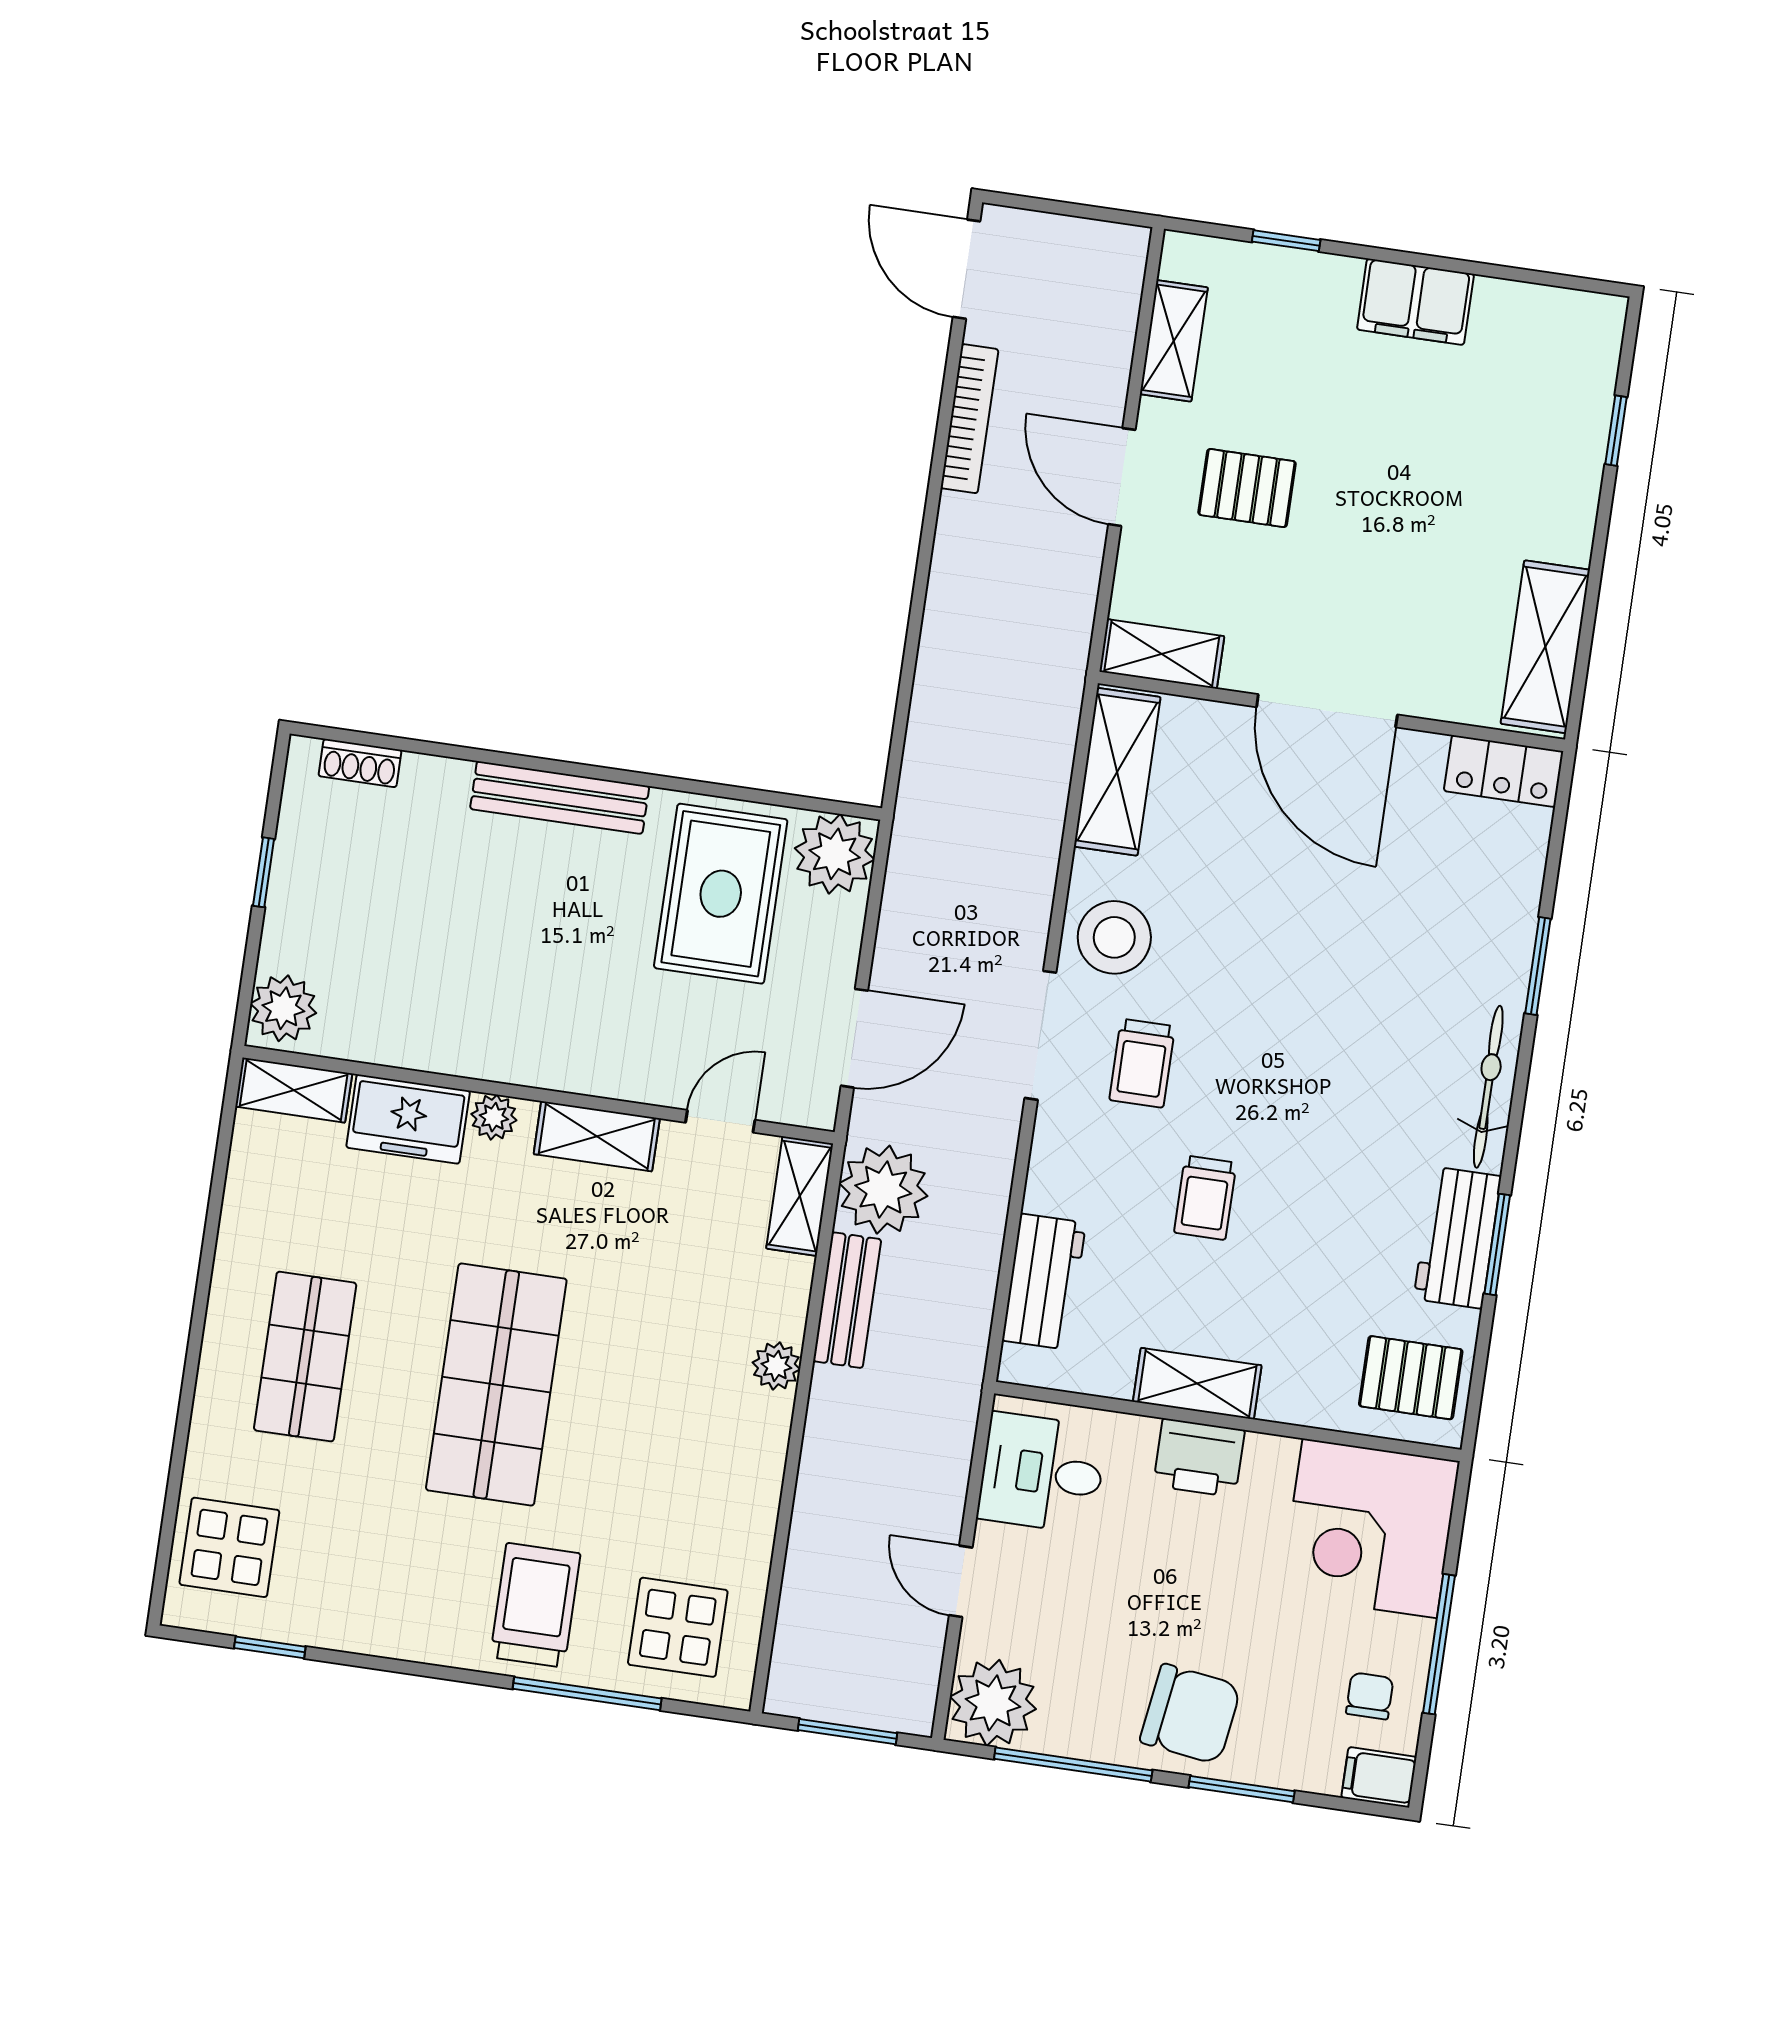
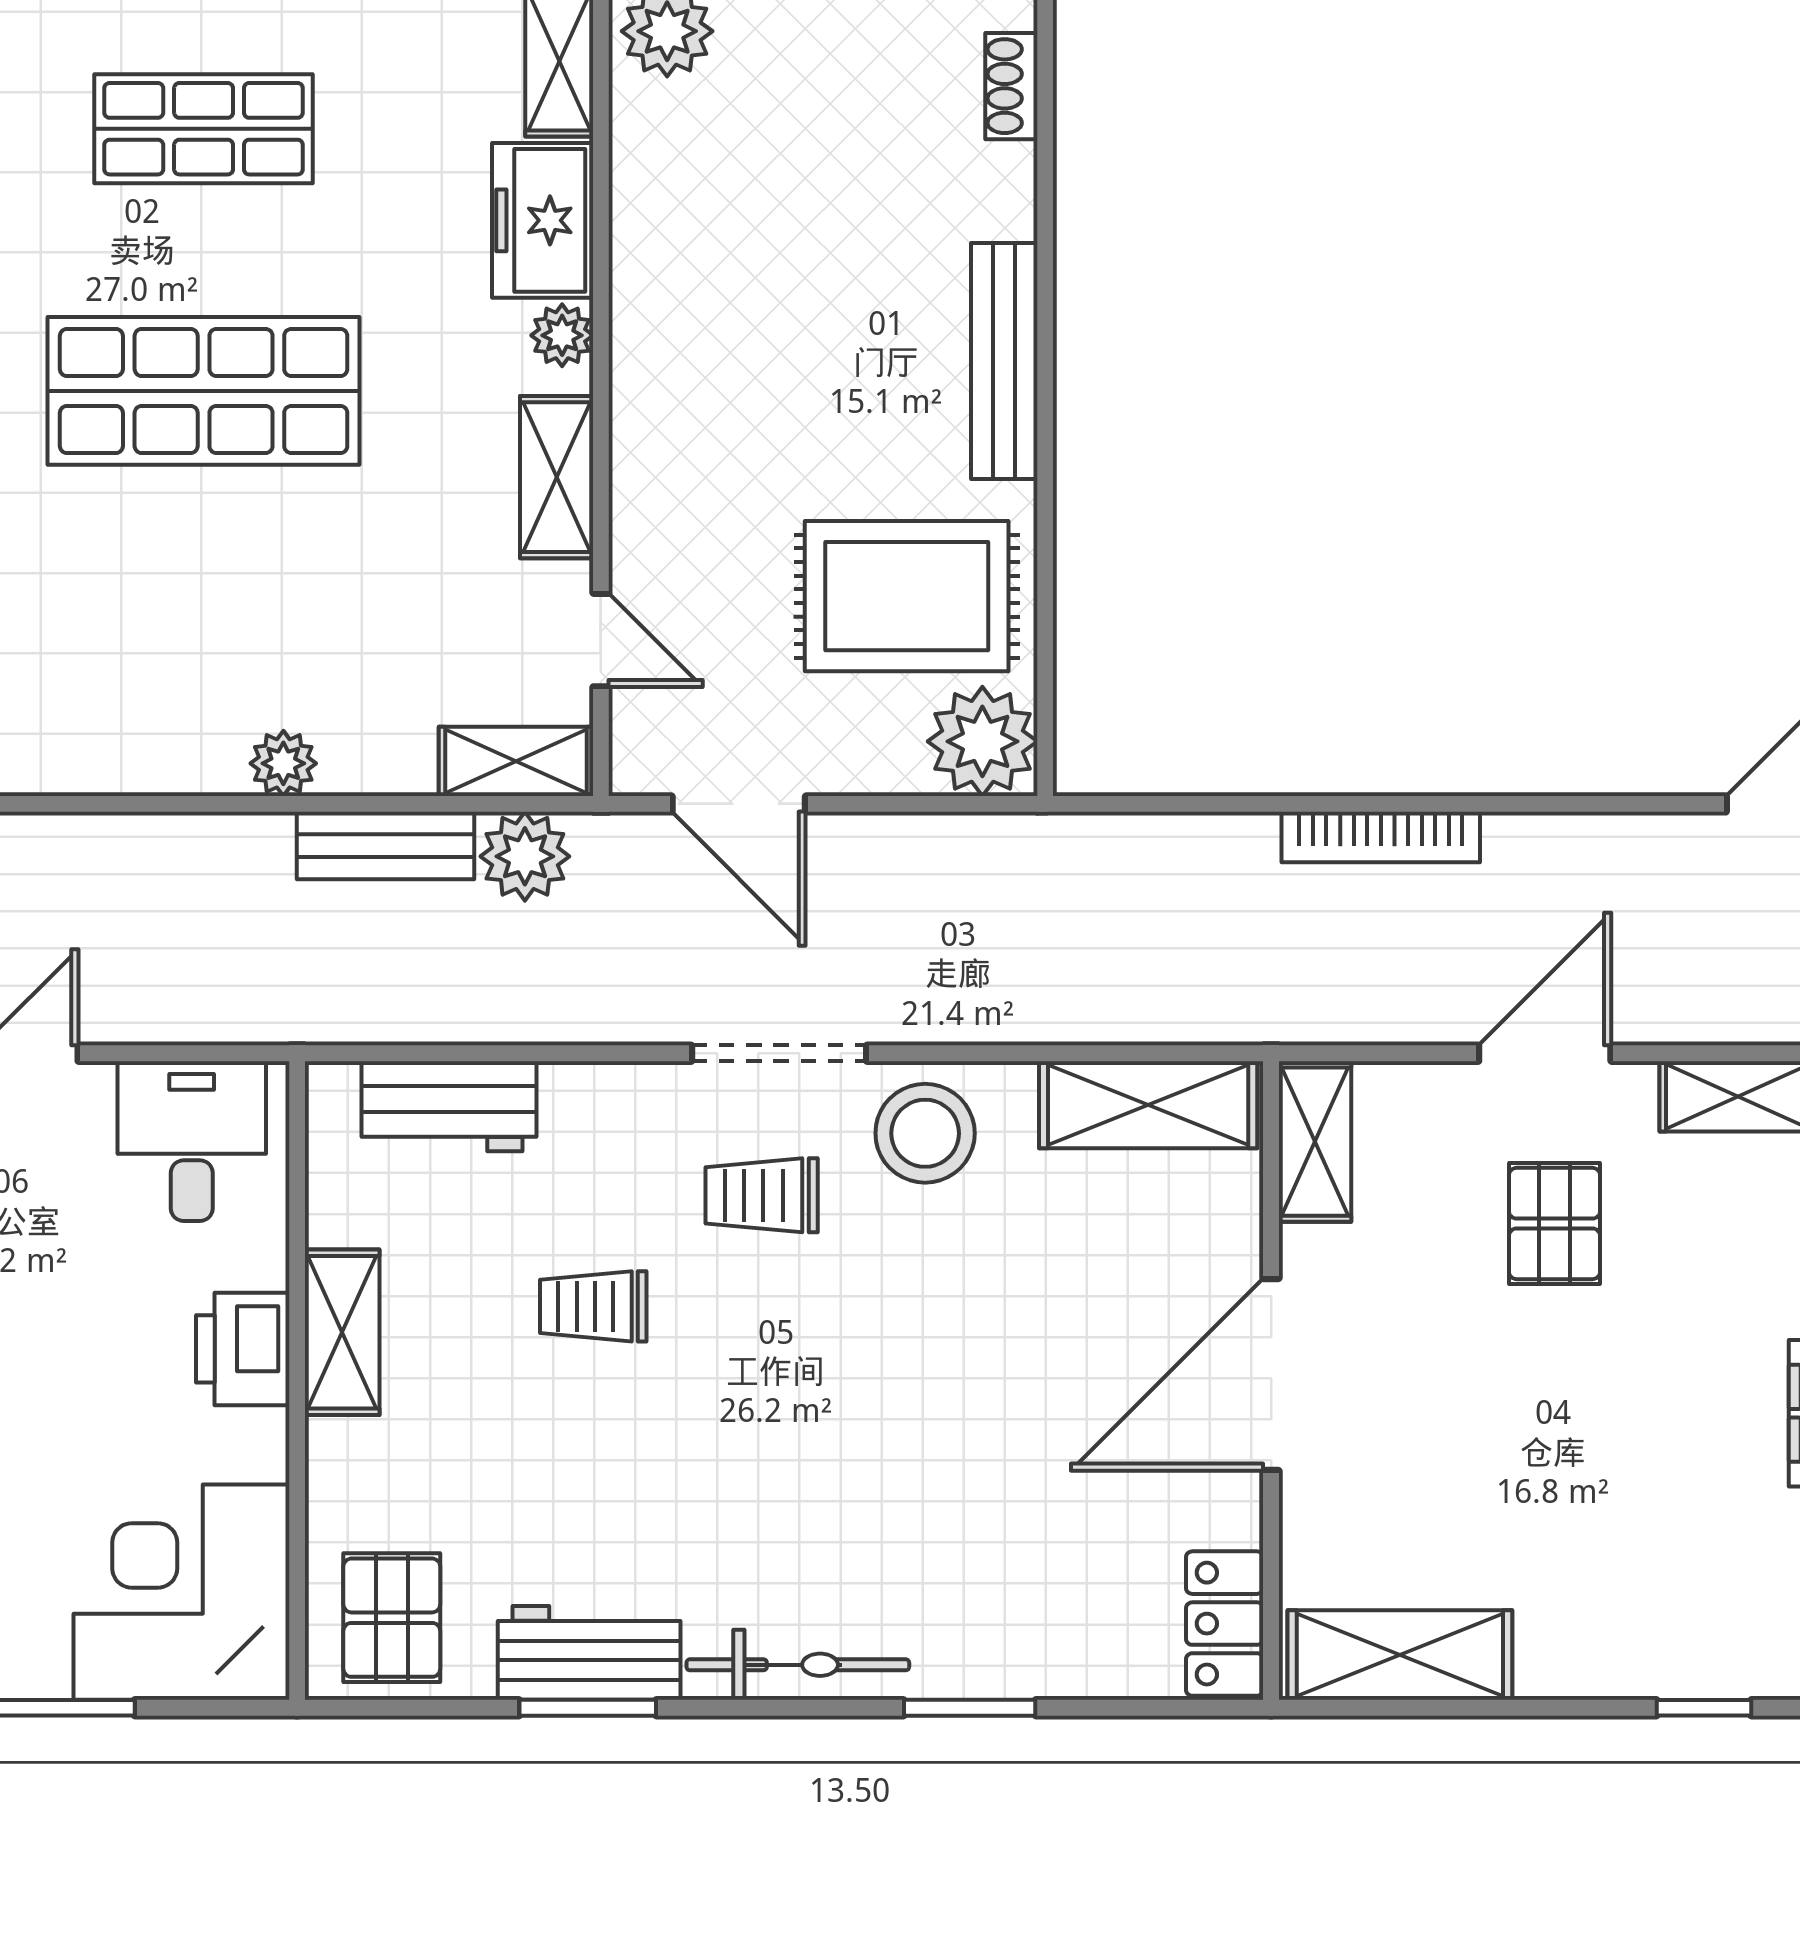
bookcase: (969, 419) -> (1381, 837), moved
plant: (883, 1190) -> (525, 856), width x0.73, depth x0.73

